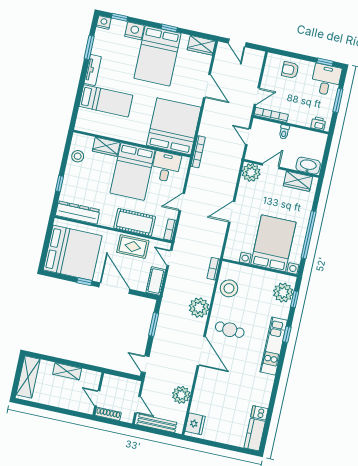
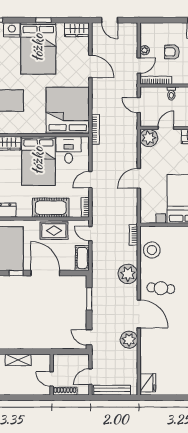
armchair: (290, 70) -> (172, 52), moved
plant: (266, 82) -> (145, 50), added
plant: (181, 395) -> (129, 340), moved
door: (137, 405) -> (90, 377), swing flipped

